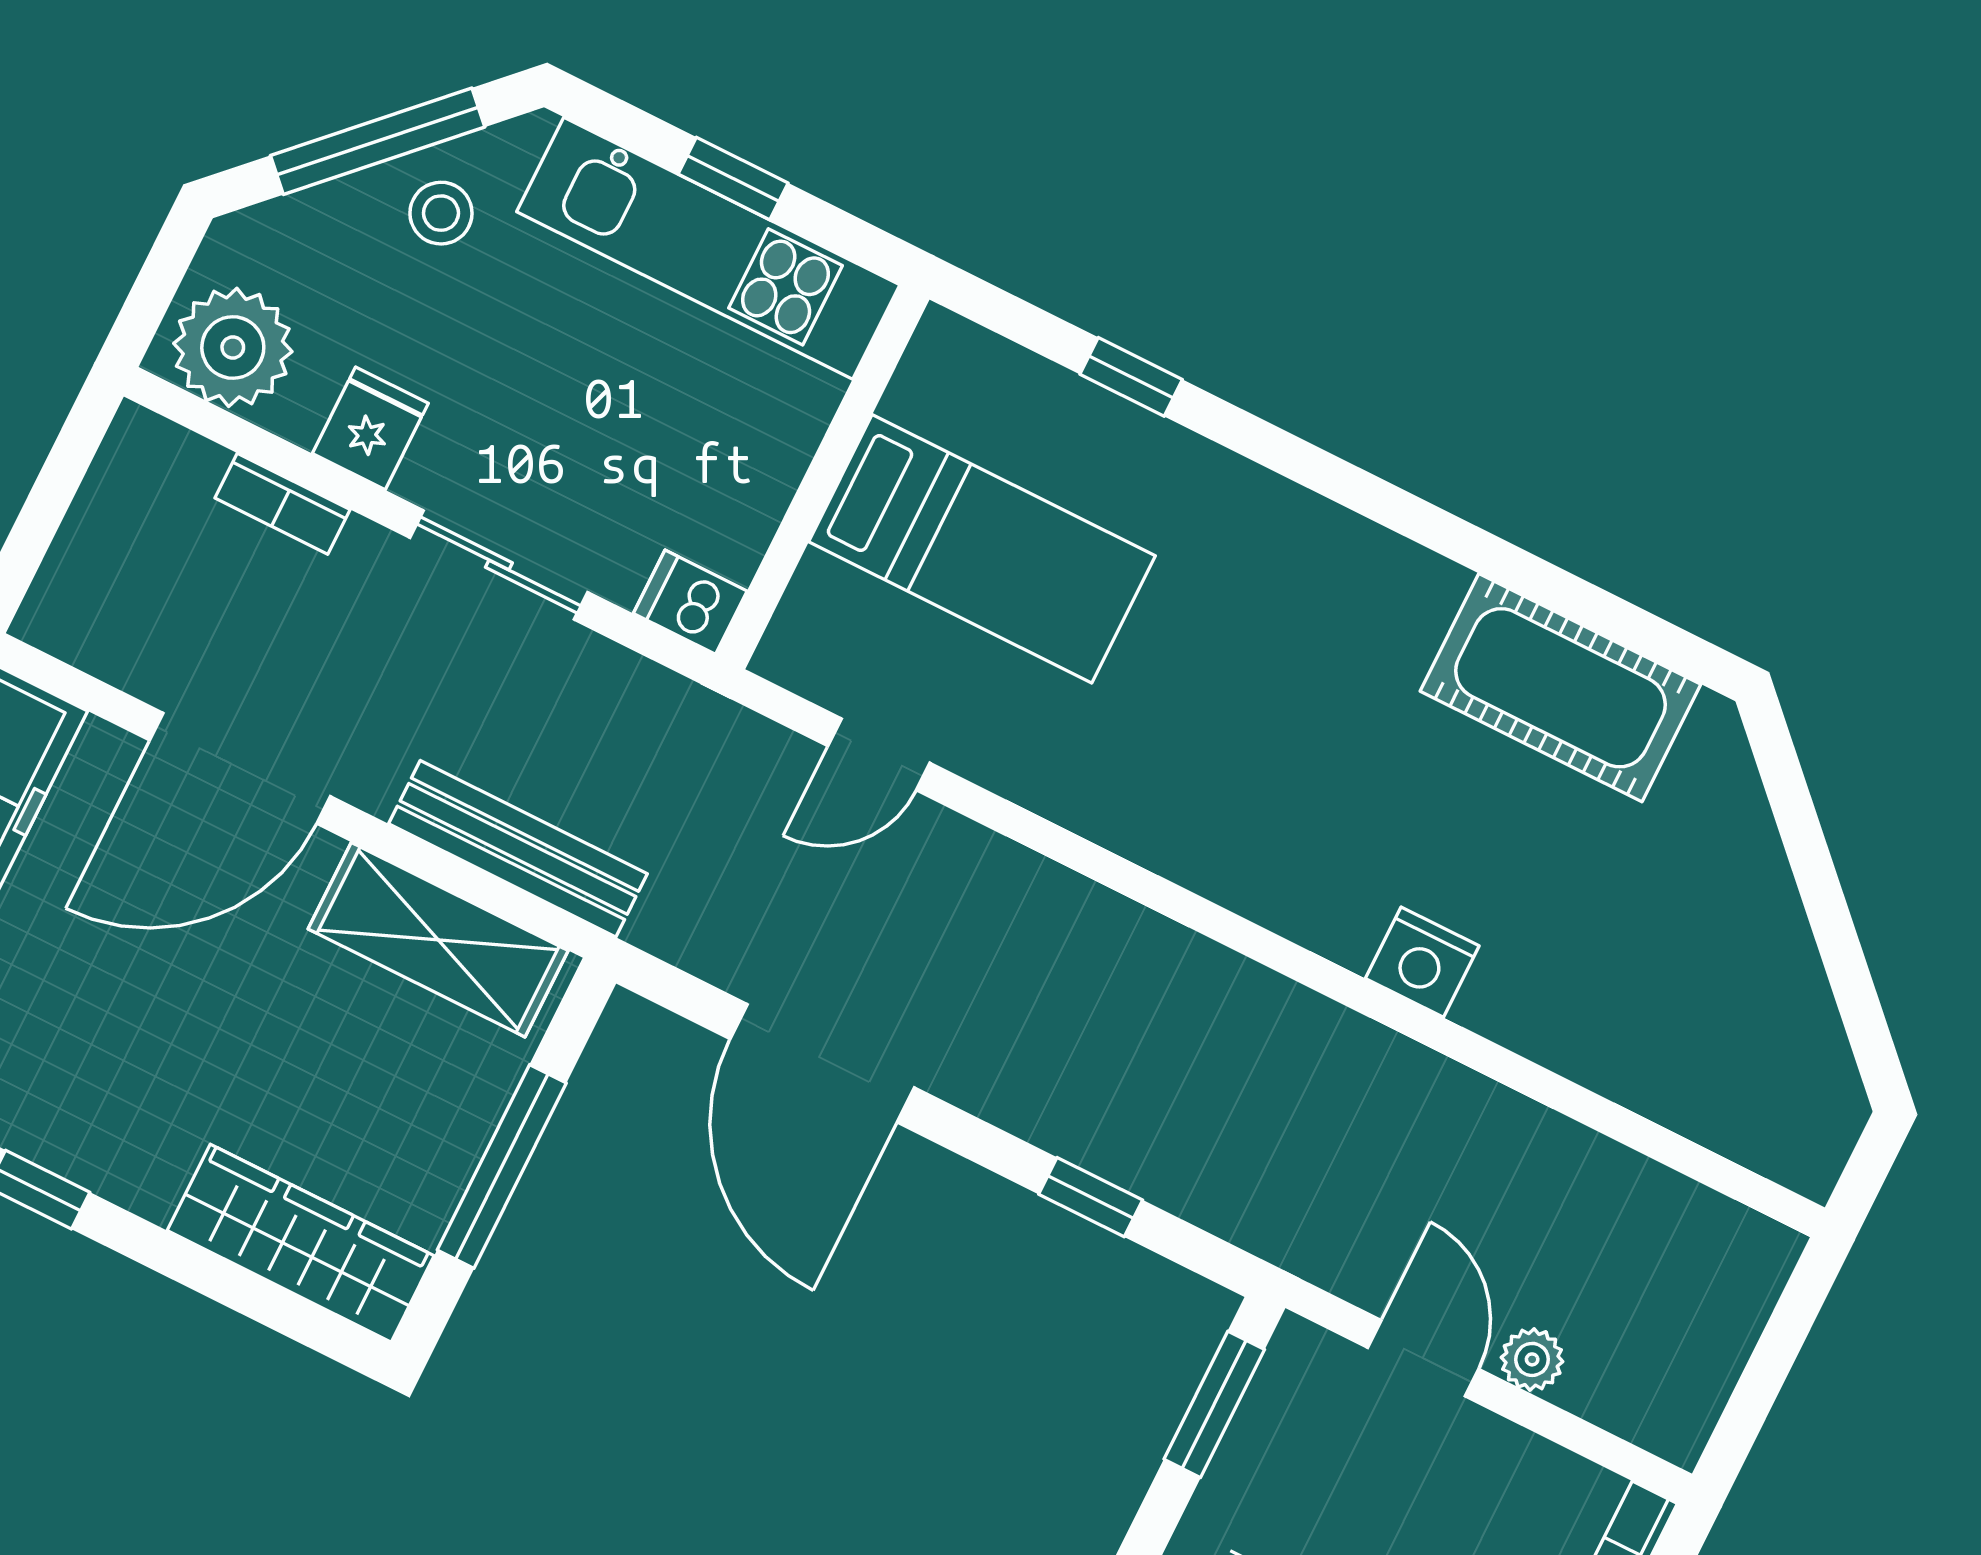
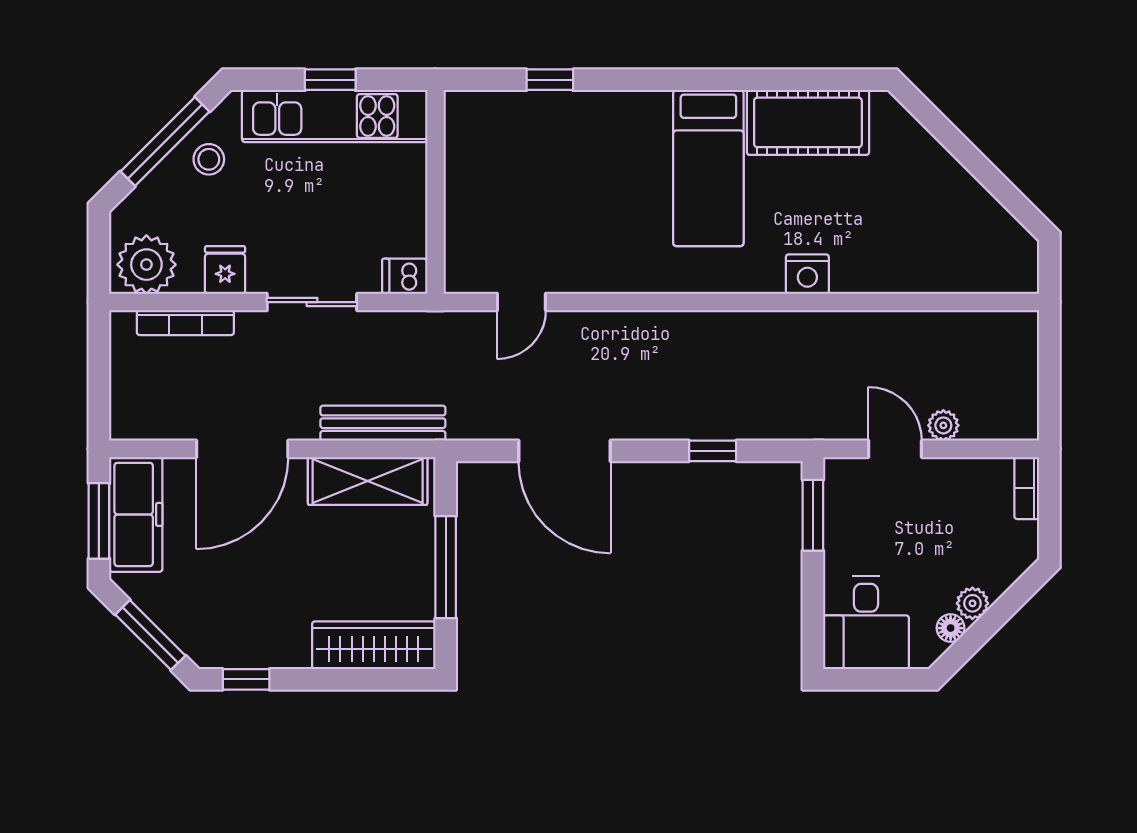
bookcase: (283, 504) -> (185, 323), width x1.56
bed: (982, 549) -> (708, 168), moved, turned 90

